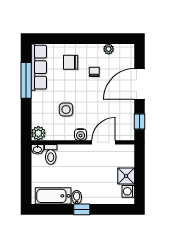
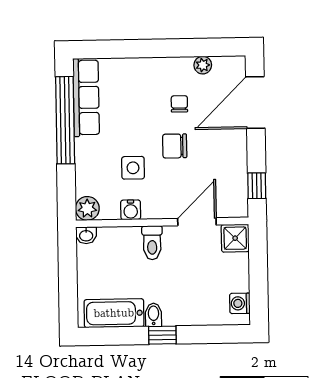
chair: (71, 62) -> (175, 146), moved
window: (26, 80) -> (65, 120), width x1.46
door: (140, 84) -> (255, 103), moved
water cooler: (81, 135) -> (131, 210), moved
toilet: (51, 154) -> (152, 243), moved
shower: (126, 176) -> (235, 238), moved

